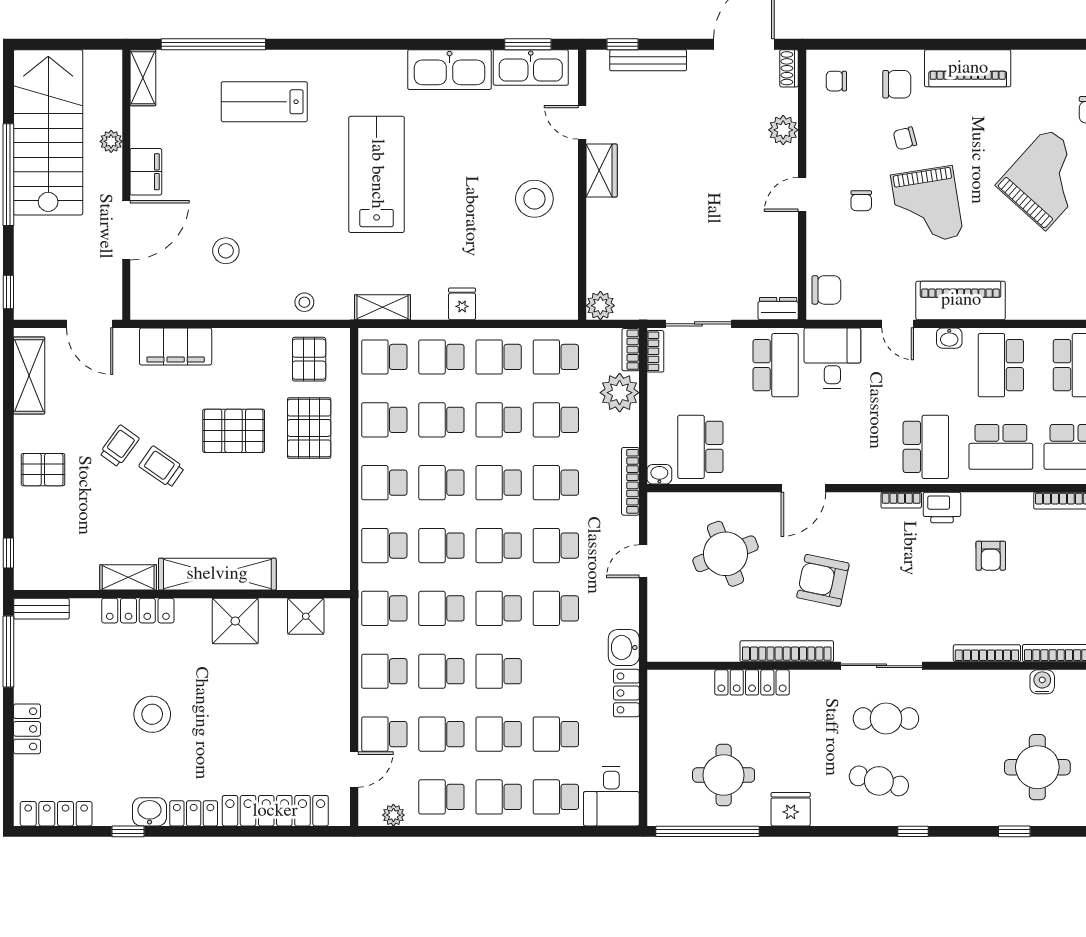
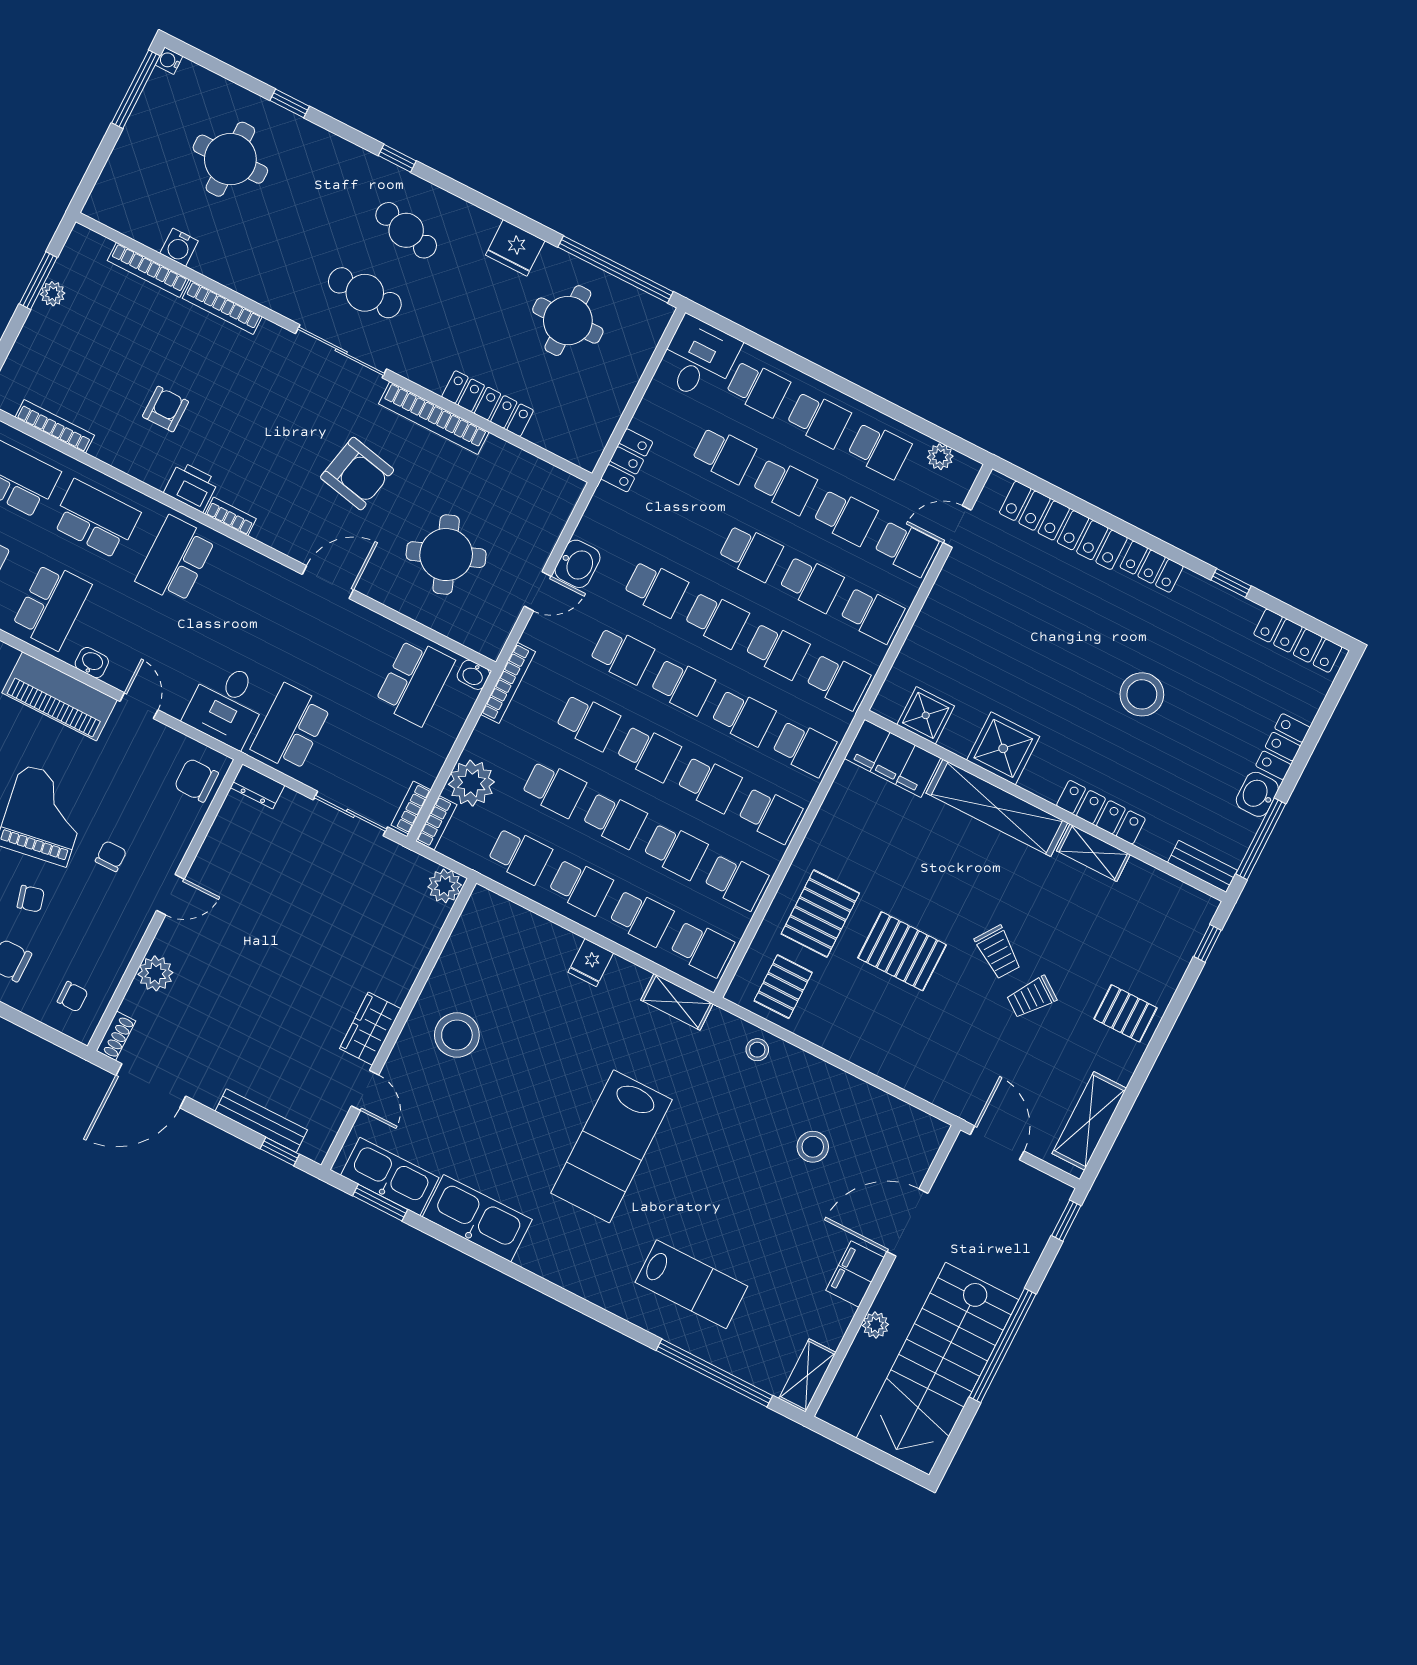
filing cabinet: (176, 346) -> (893, 758), moved, turned 180
washbasin: (624, 648) -> (577, 564), moved
washbasin: (149, 812) -> (1257, 794), moved, turned 90

